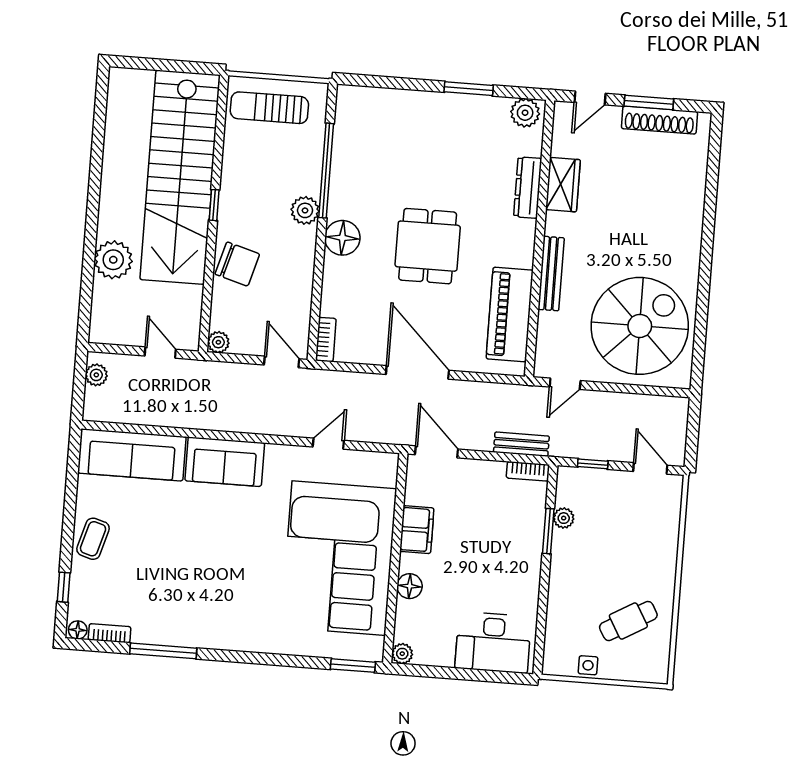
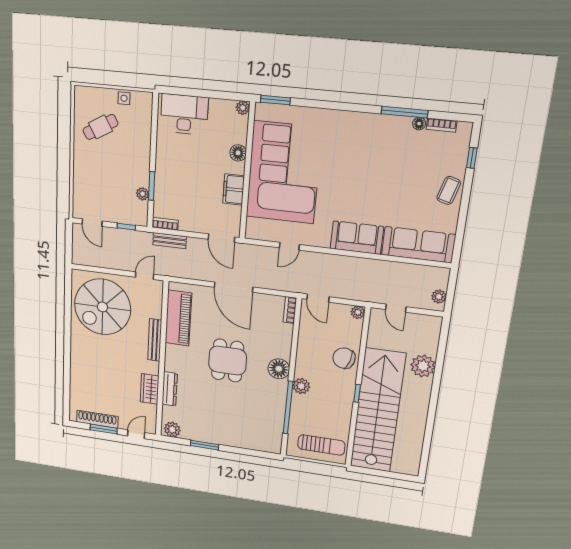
floor lamp: (78, 630) -> (419, 124), moved

